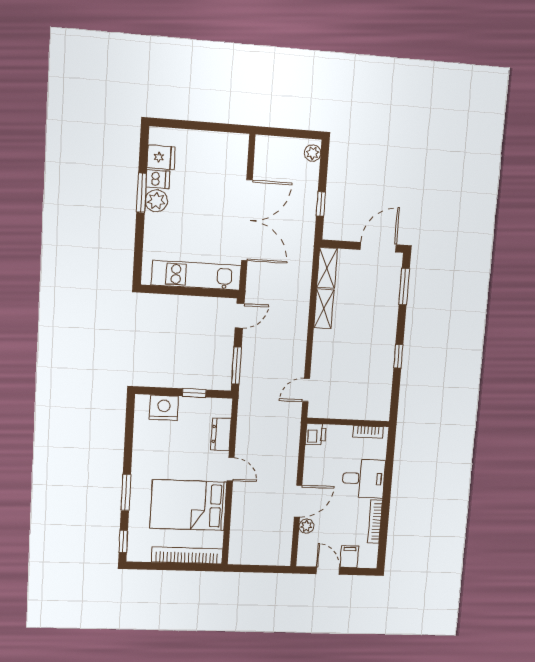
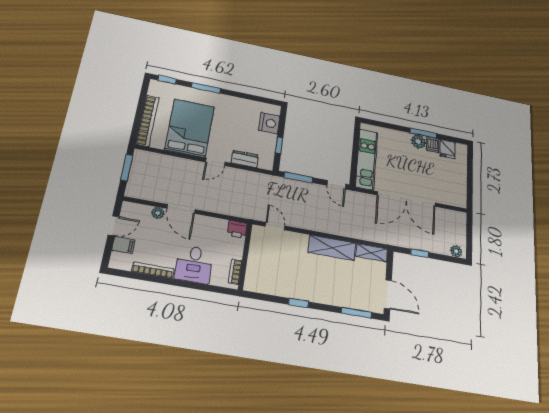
shelving: (324, 309) -> (332, 248), width x1.50, depth x1.33
window: (254, 569) -> (127, 168), added

